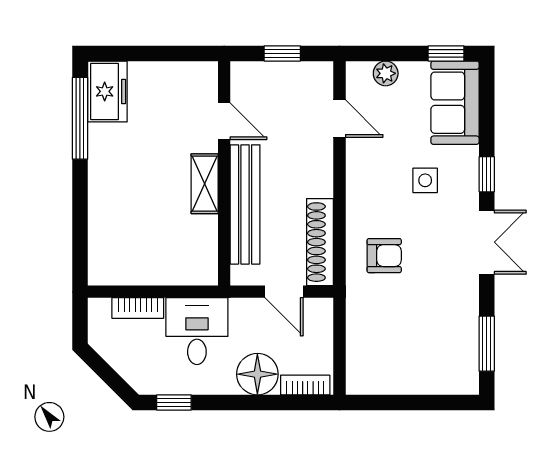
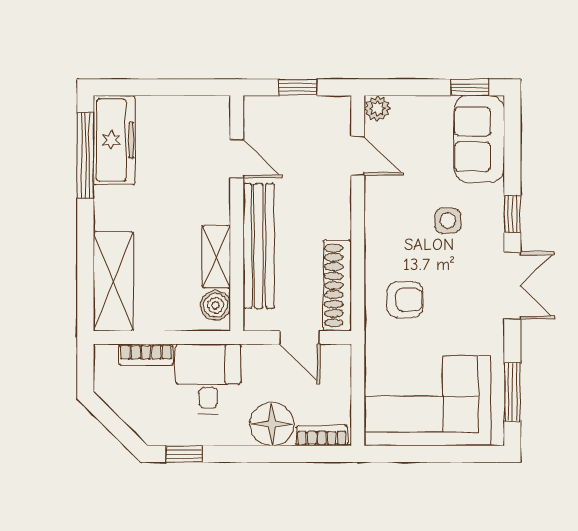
plant: (386, 73) -> (377, 108), moved
freezer: (107, 91) -> (114, 140), width x1.40
shelving: (205, 184) -> (216, 257), moved
shelving: (107, 238) -> (113, 281), added
boiler: (204, 261) -> (215, 305), added
corner sofa: (406, 352) -> (428, 401), added

